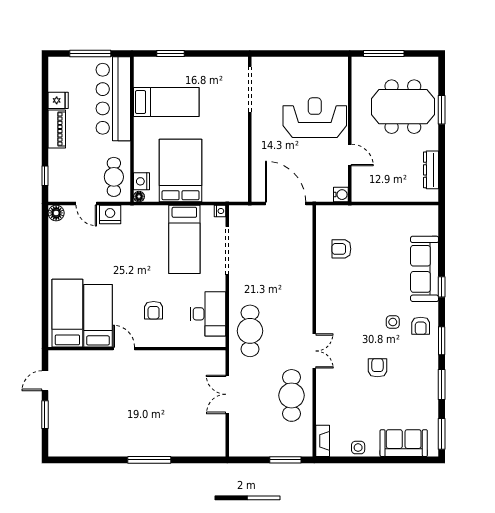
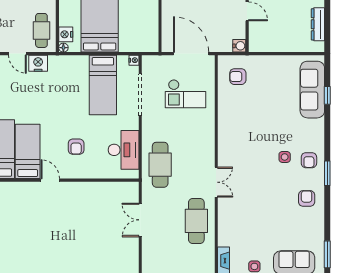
armchair: (341, 249) -> (238, 77), moved
checkout: (279, 250) -> (185, 94), added
sofa: (425, 269) -> (312, 90), moved
window: (442, 287) -> (327, 95), moved
armchair: (377, 368) -> (307, 198), moved
window: (442, 384) -> (327, 211), removed

